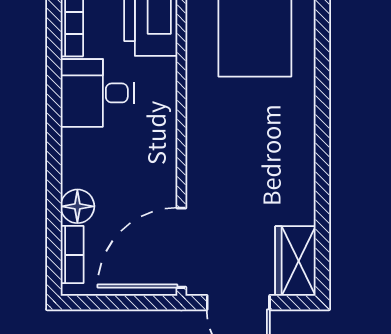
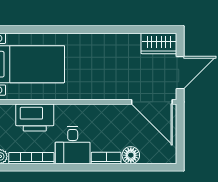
bookcase: (72, 255) -> (106, 158), moved

